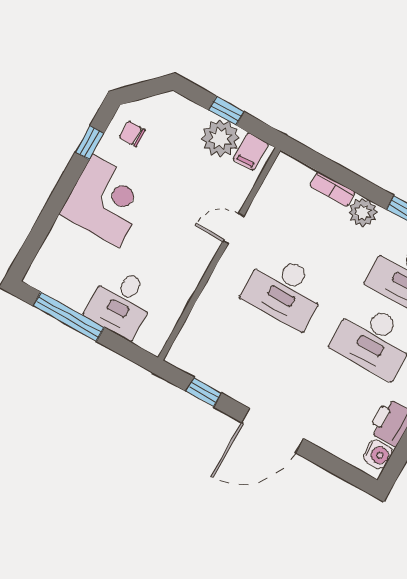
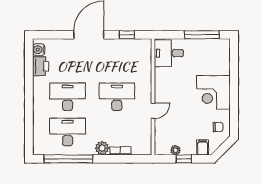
plant: (220, 138) -> (175, 150), width x0.53, depth x0.53
window: (90, 143) -> (234, 113), removed
filing cabinet: (251, 152) -> (203, 147), moved
desk: (121, 303) -> (169, 53), moved, turned -90

